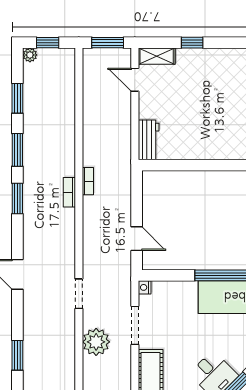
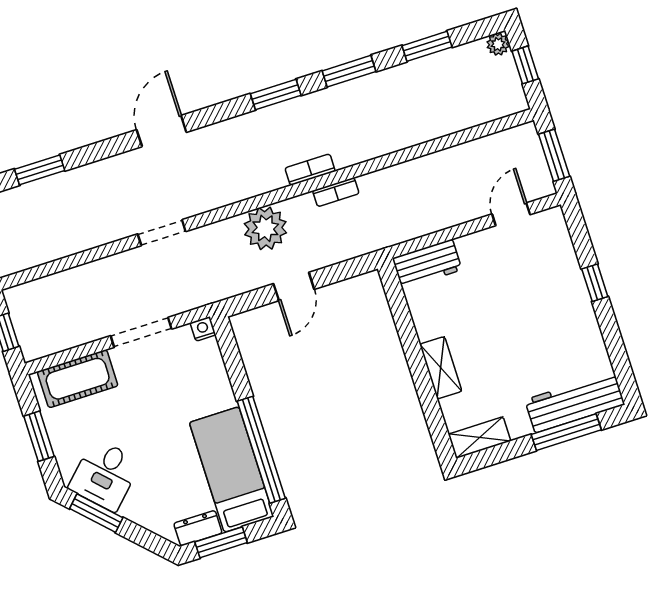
shelving: (157, 56) -> (441, 368), moved
door: (137, 239) -> (294, 286), moved
plant: (96, 342) -> (265, 228), moved

